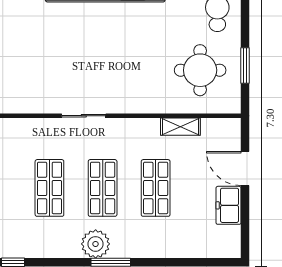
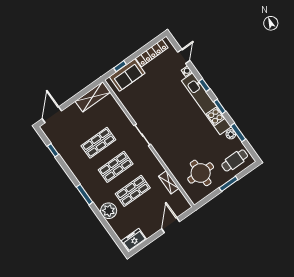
window: (245, 65) -> (229, 184), moved
freezer: (229, 205) -> (134, 240), moved
plant: (96, 244) -> (109, 211), moved

